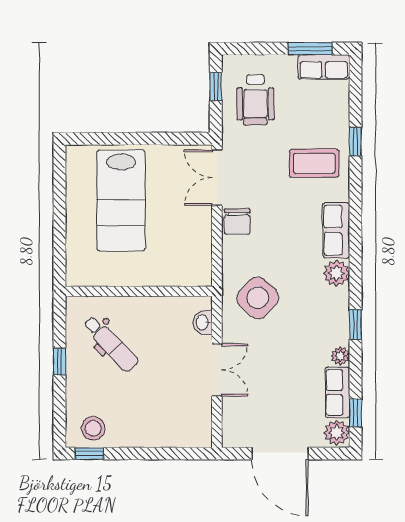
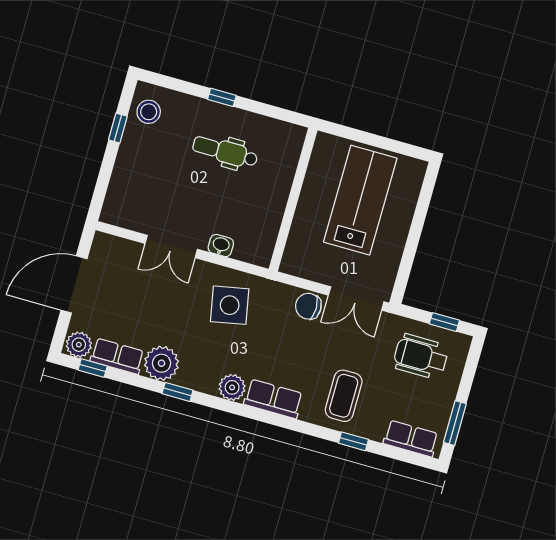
row of seats: (324, 67) -> (411, 439), moved, turned 90
double door: (217, 178) -> (356, 298), swing flipped
lab bench: (121, 200) -> (360, 200), turned 90
wall: (139, 291) -> (293, 200), moved
side table: (258, 298) -> (230, 305), turned 35
dental chair: (111, 344) -> (225, 152), turned 44
plant: (340, 356) -> (162, 363), width x1.87, depth x1.87
window: (90, 454) -> (118, 128), moved

